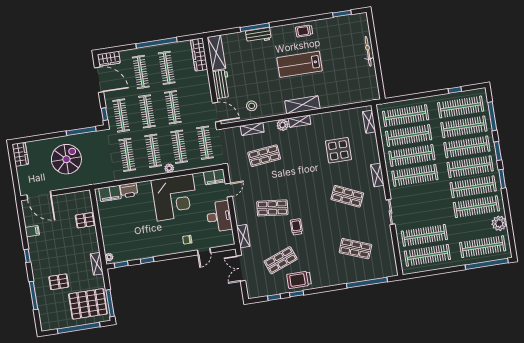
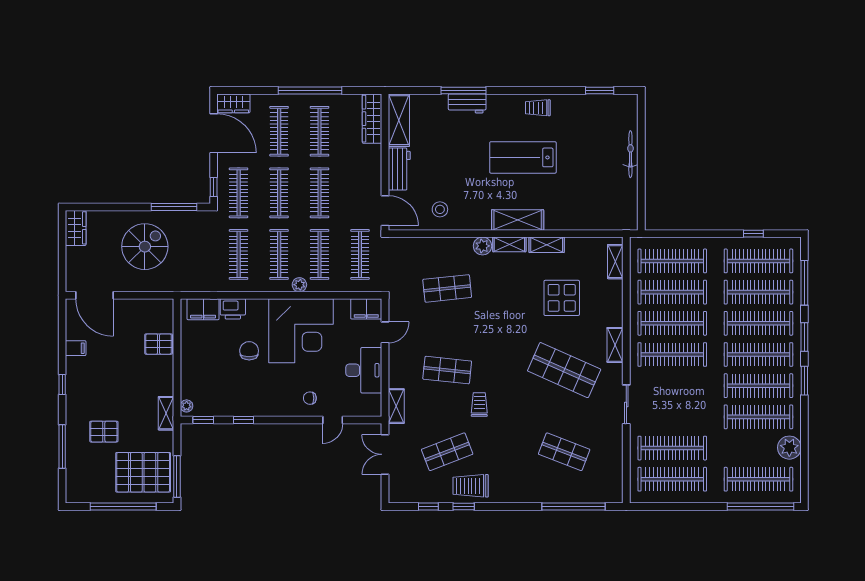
shelving: (252, 129) -> (547, 245), moved
shop shelf: (347, 196) -> (564, 370), width x1.43, depth x1.36
chair: (144, 215) -> (249, 351), added

